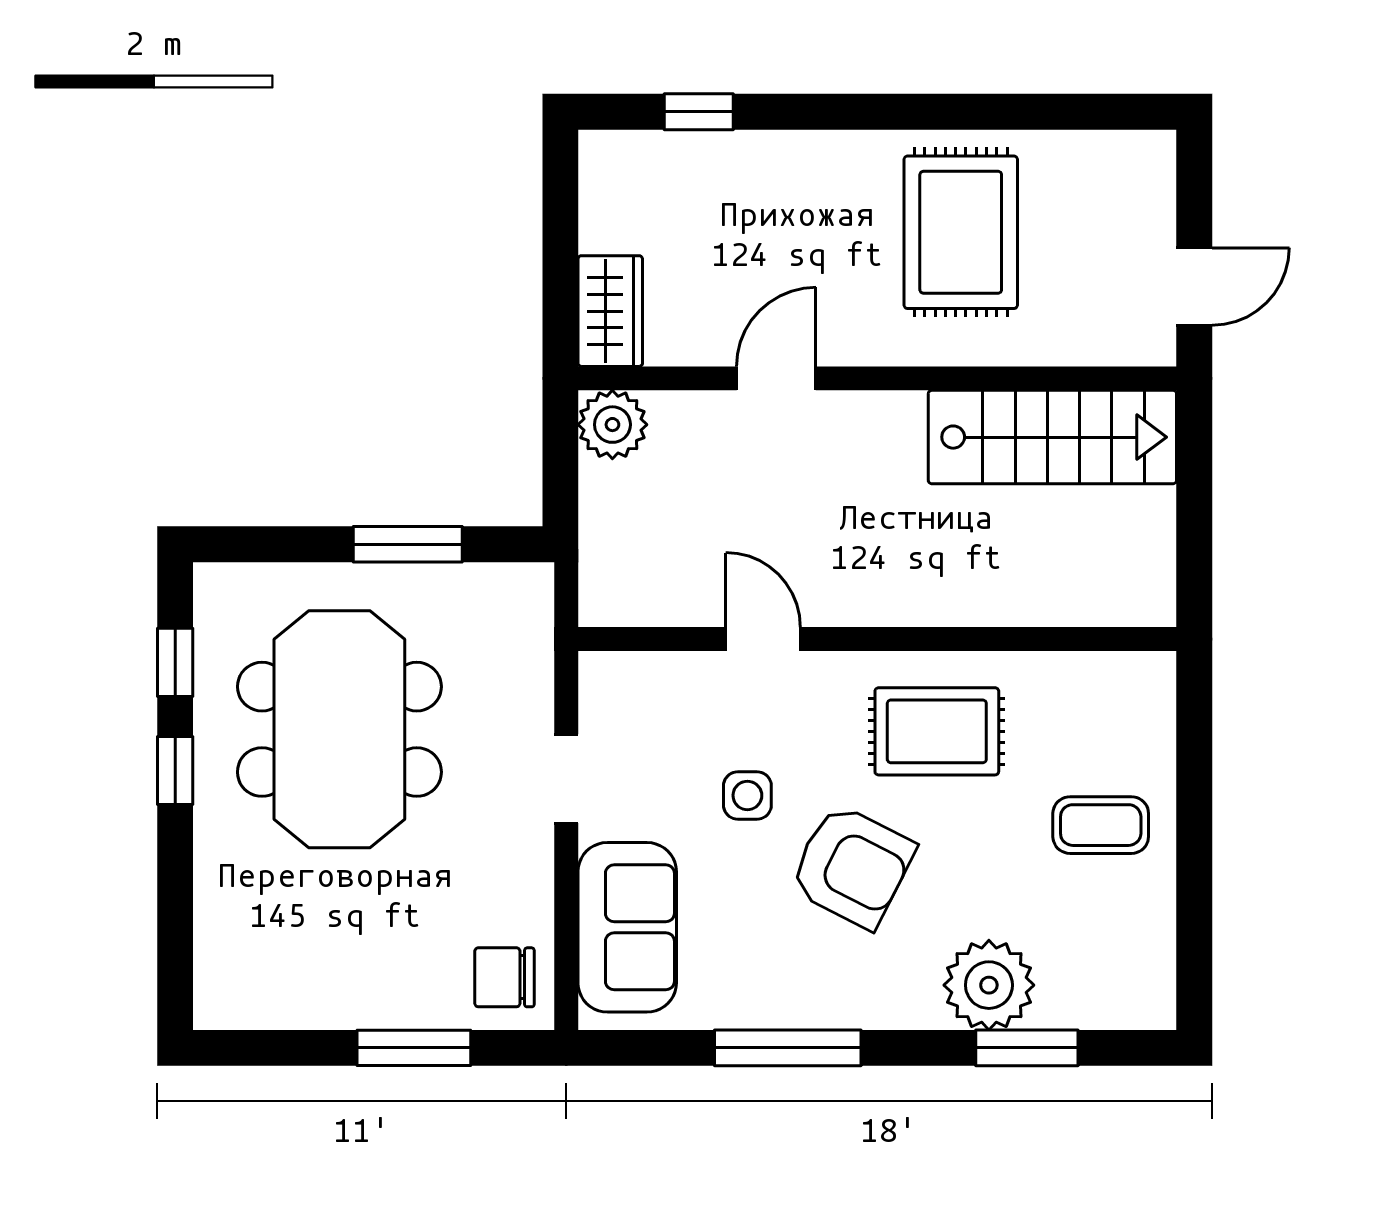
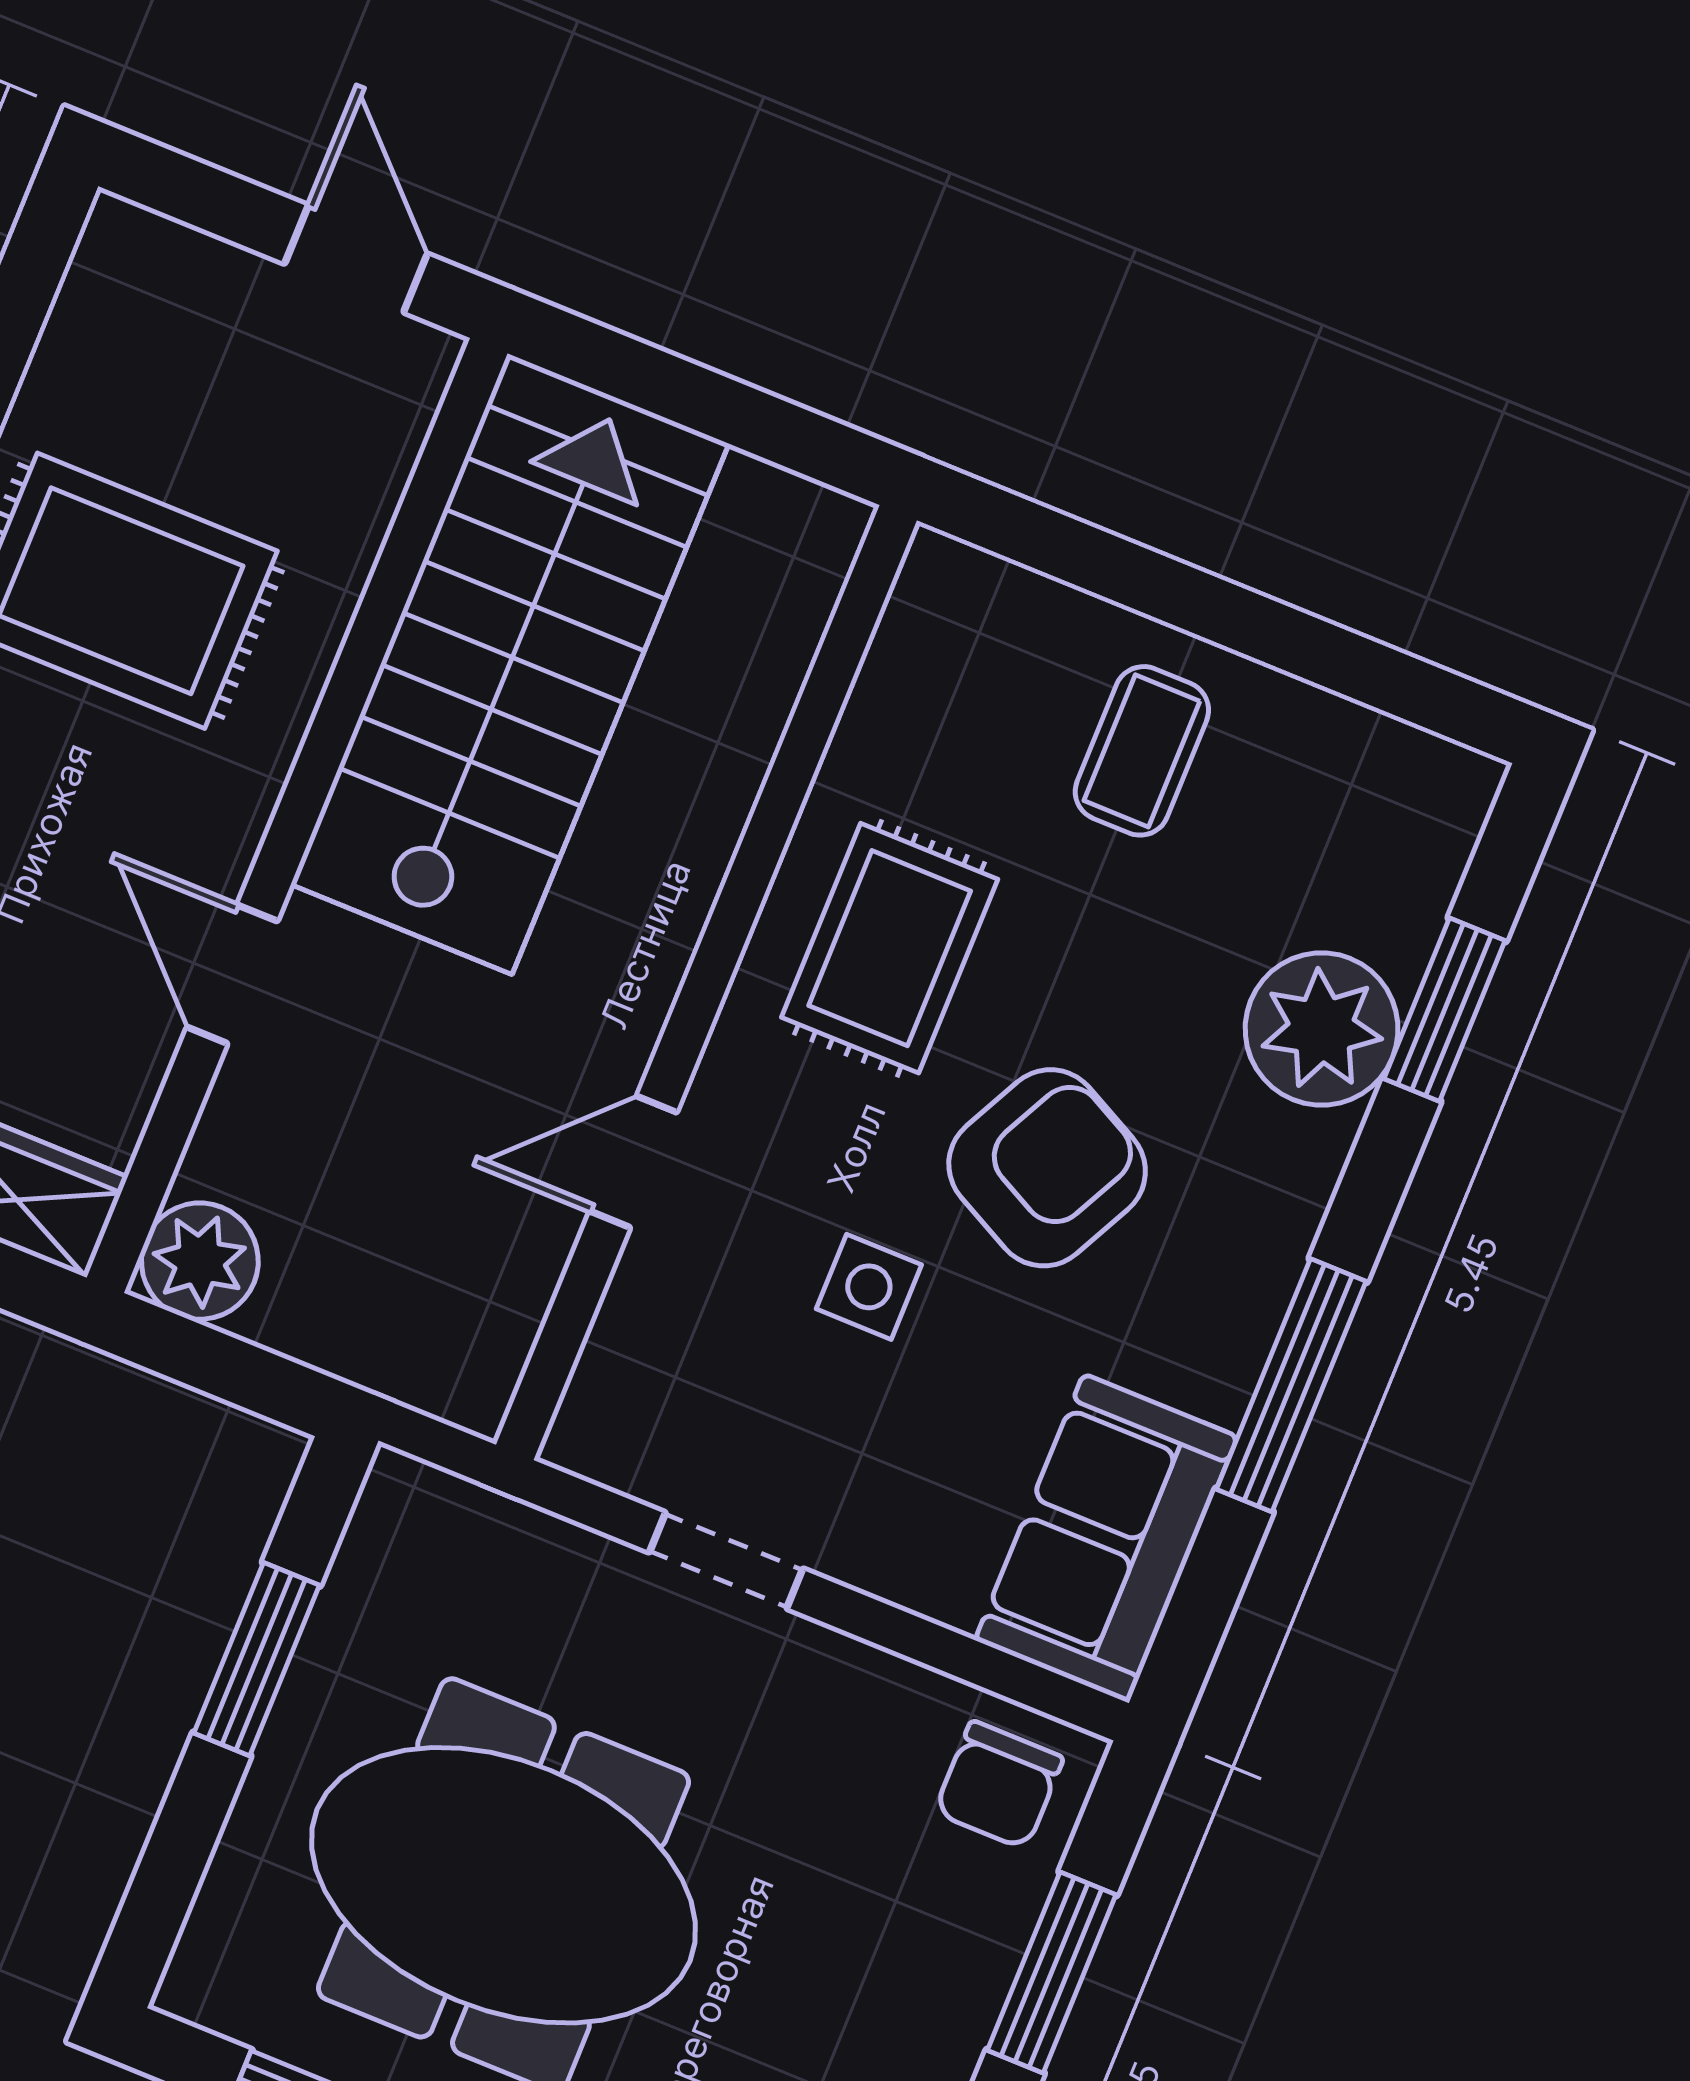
stairs: (1052, 437) -> (510, 664), width x1.36, depth x1.51
sofa: (627, 927) -> (1106, 1538), moved, turned -90

